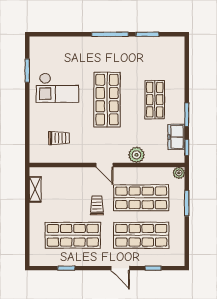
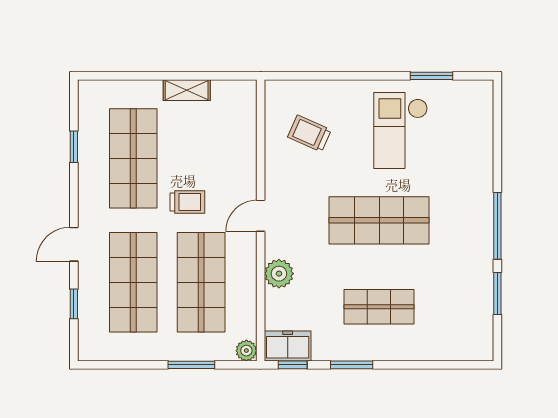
freezer: (176, 137) -> (288, 346), moved
trolley: (59, 138) -> (309, 134), turned 114
shelving: (35, 189) -> (187, 90), moved

